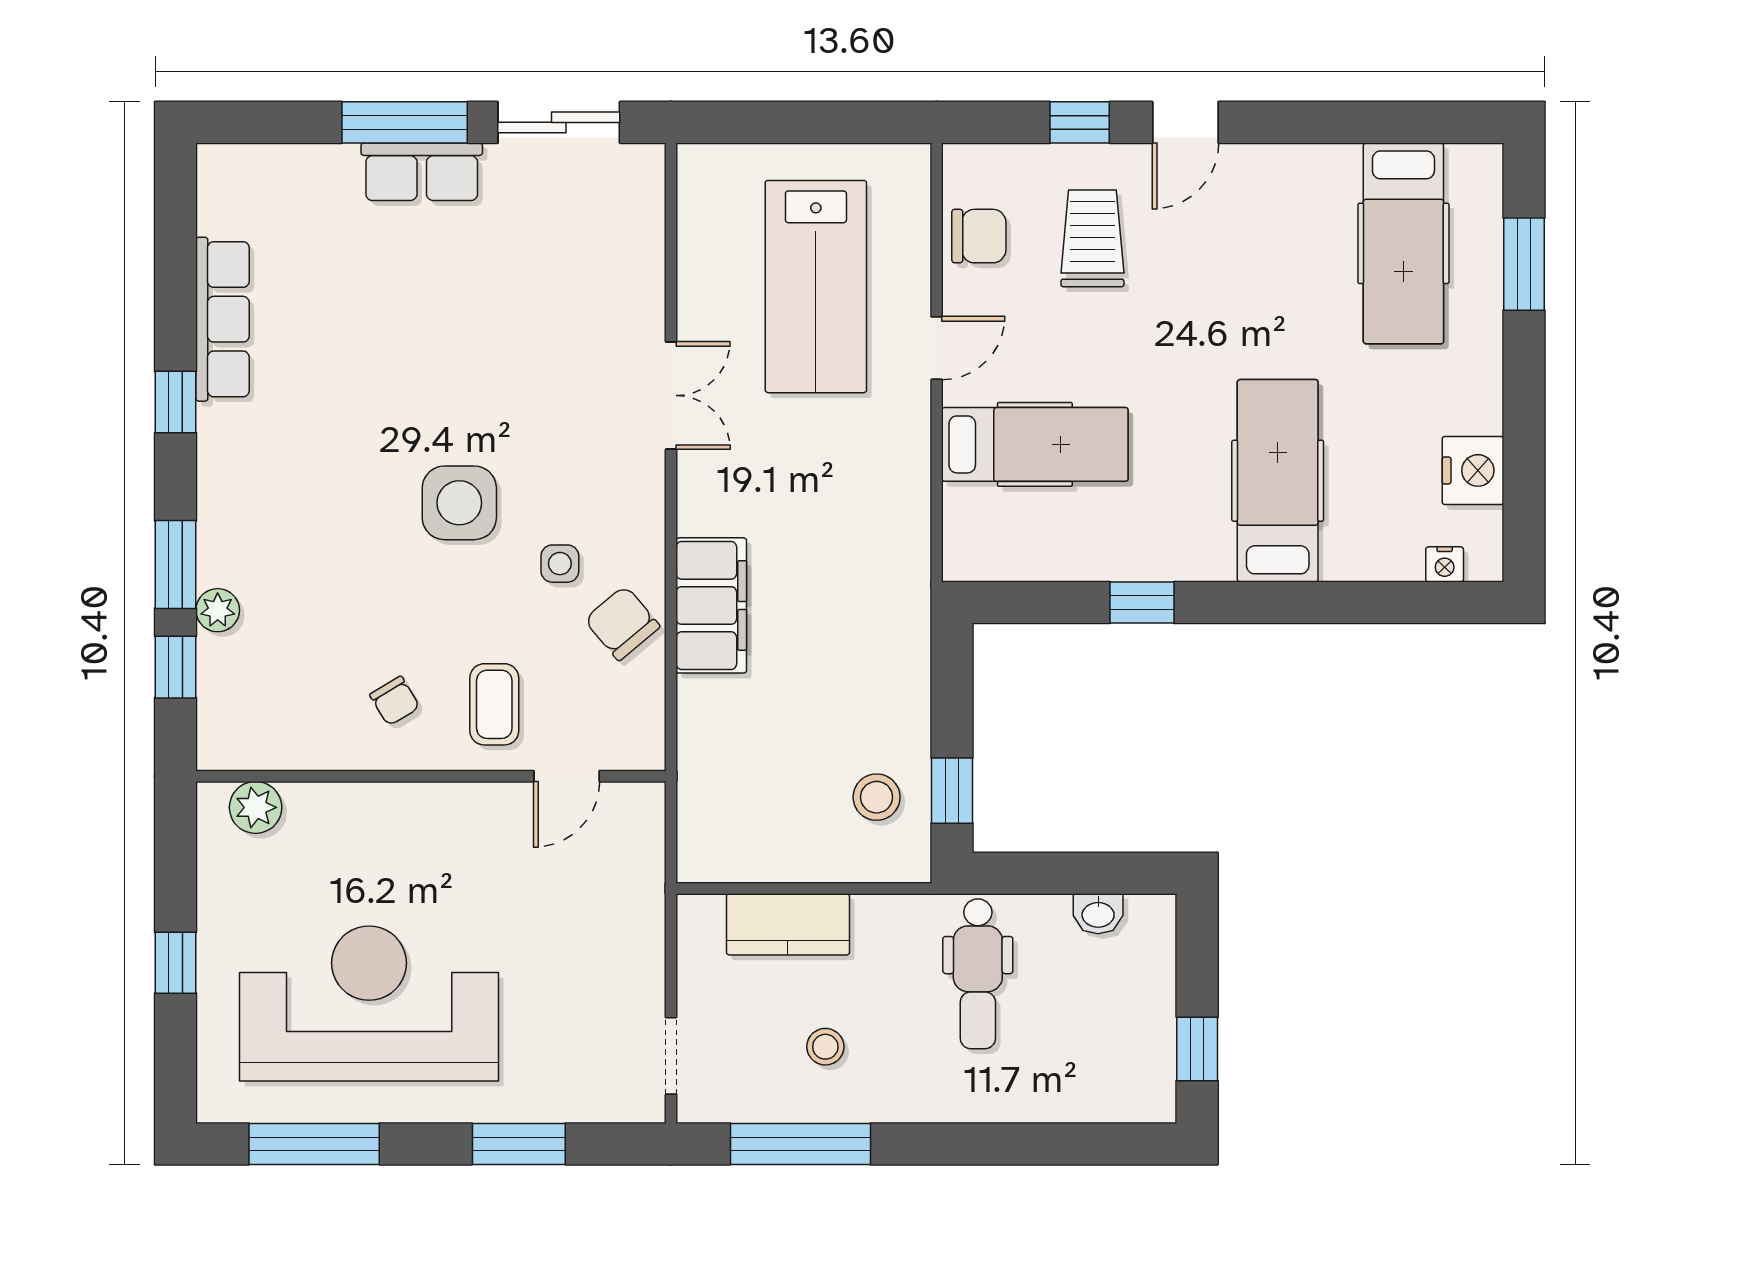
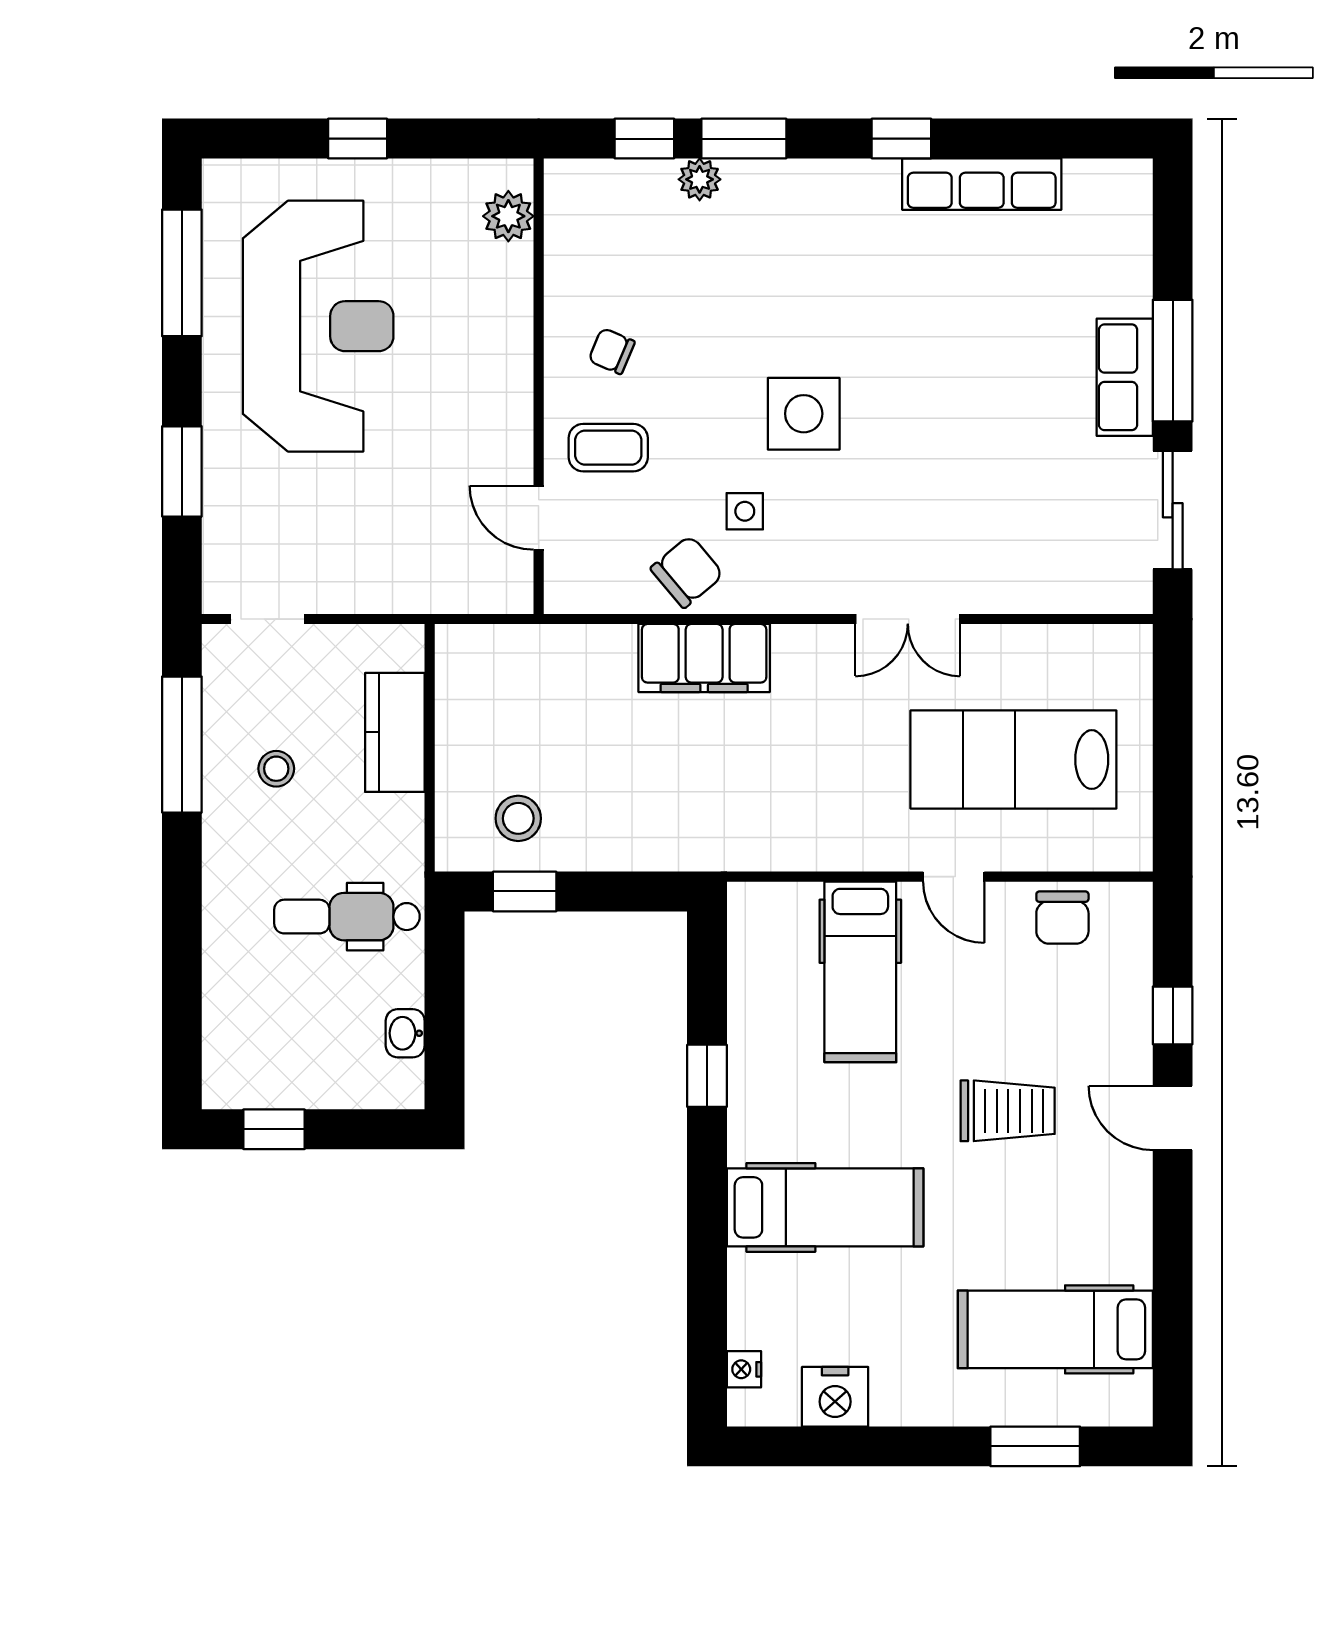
trolley: (1092, 238) -> (1008, 1111), moved
chair: (395, 701) -> (612, 351), turned 54

